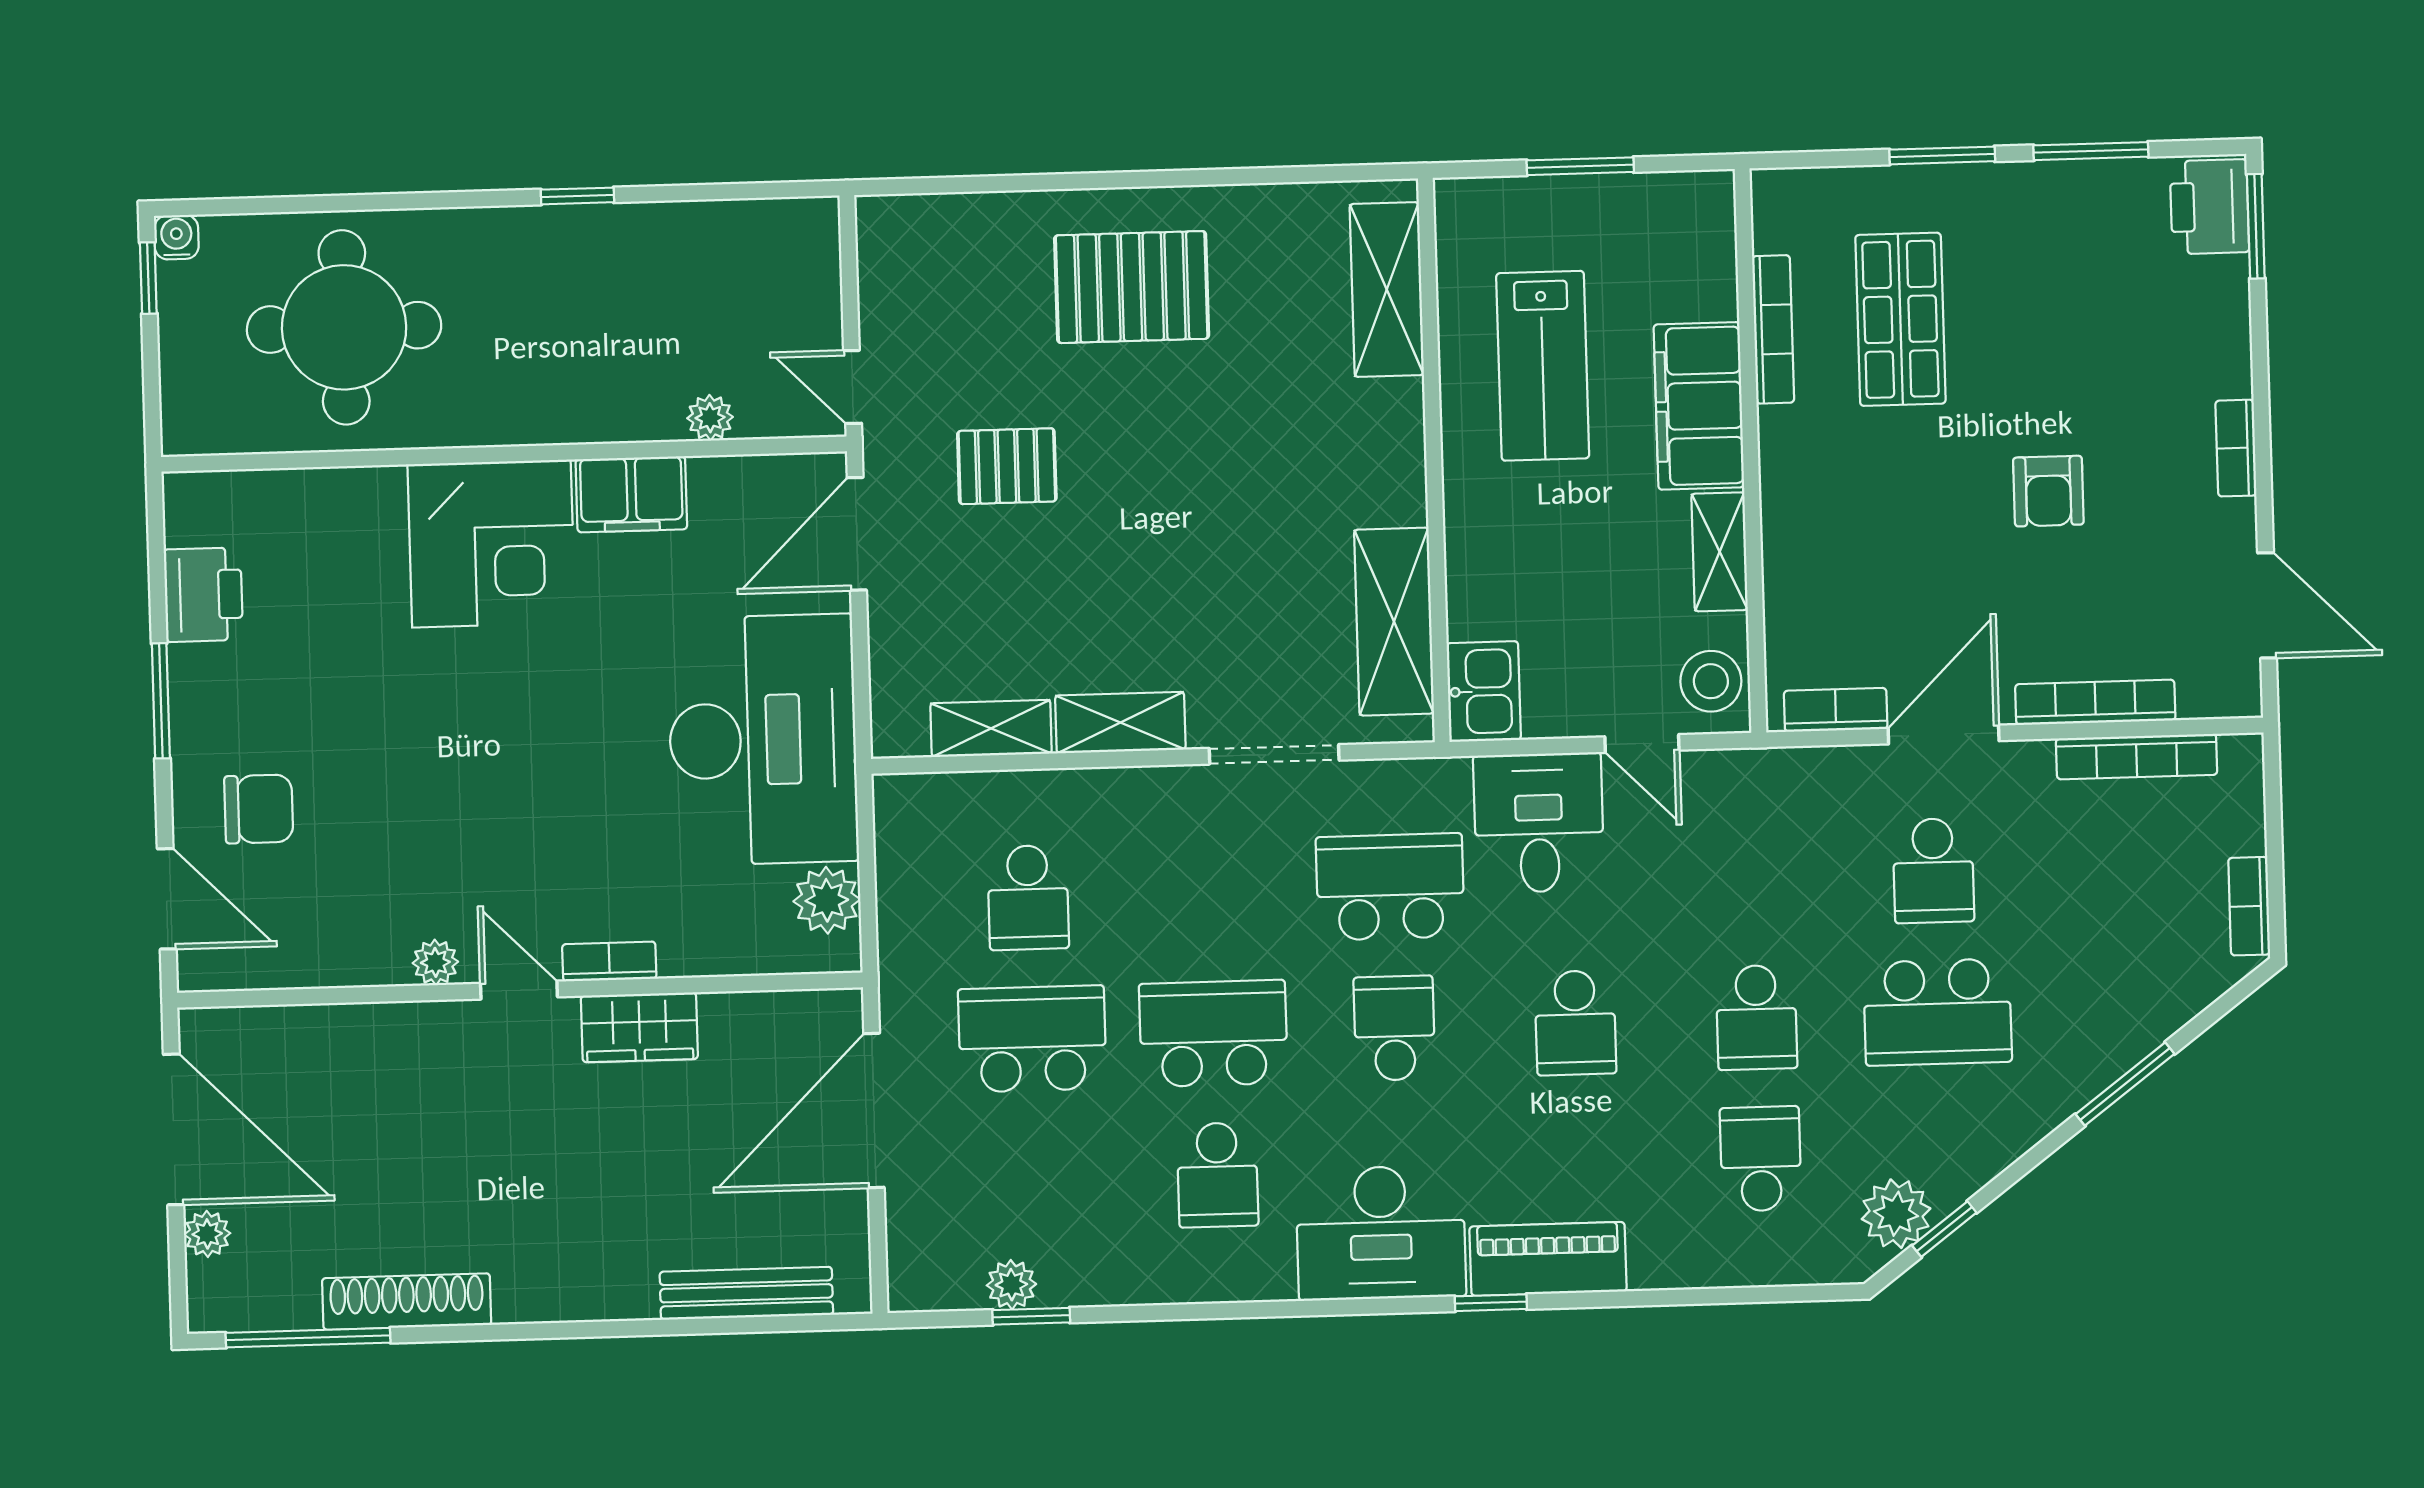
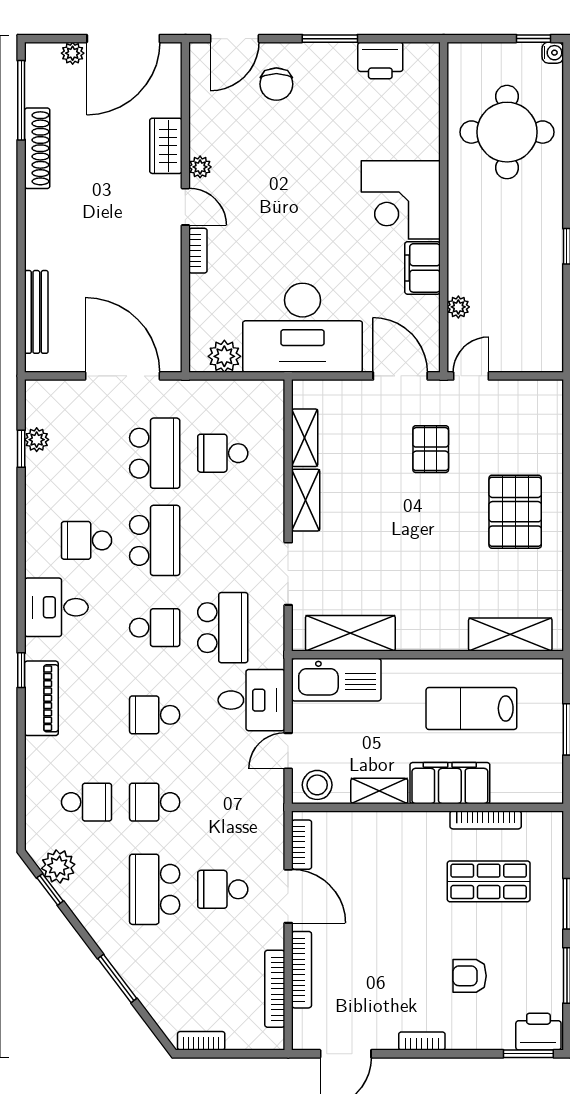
armchair: (2048, 491) -> (470, 976), moved
kitchen sink: (1484, 691) -> (336, 680), width x1.87, depth x1.24
door: (519, 990) -> (185, 207), hinge flipped
wardrobe: (639, 1027) -> (166, 146), moved
desk: (1381, 1233) -> (56, 607), width x0.73

